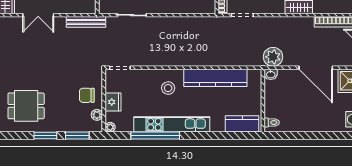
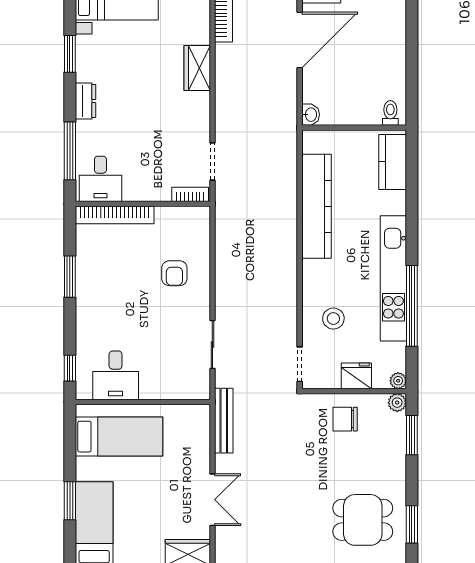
plant: (273, 57) -> (282, 111), removed
stool: (168, 88) -> (333, 319), moved
chair: (87, 95) -> (345, 419), turned 90
dining table: (26, 106) -> (363, 520), turned 90
plant: (97, 115) -> (397, 403), moved
window: (45, 135) -> (412, 524), moved

